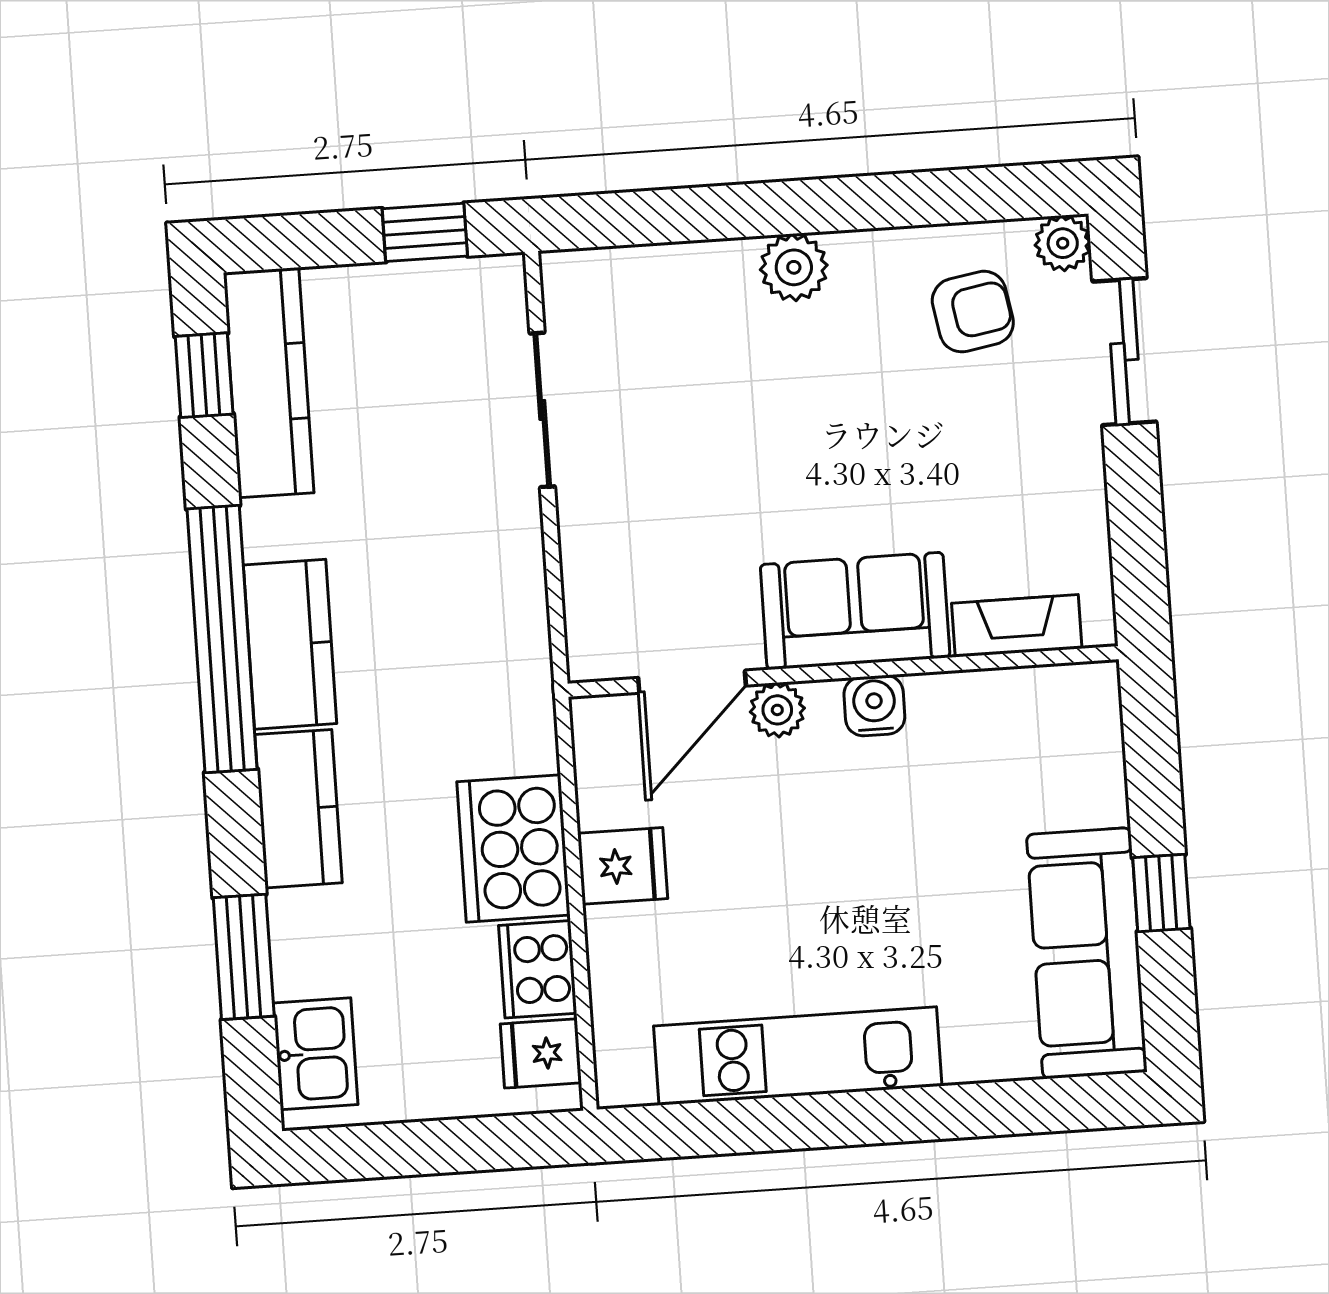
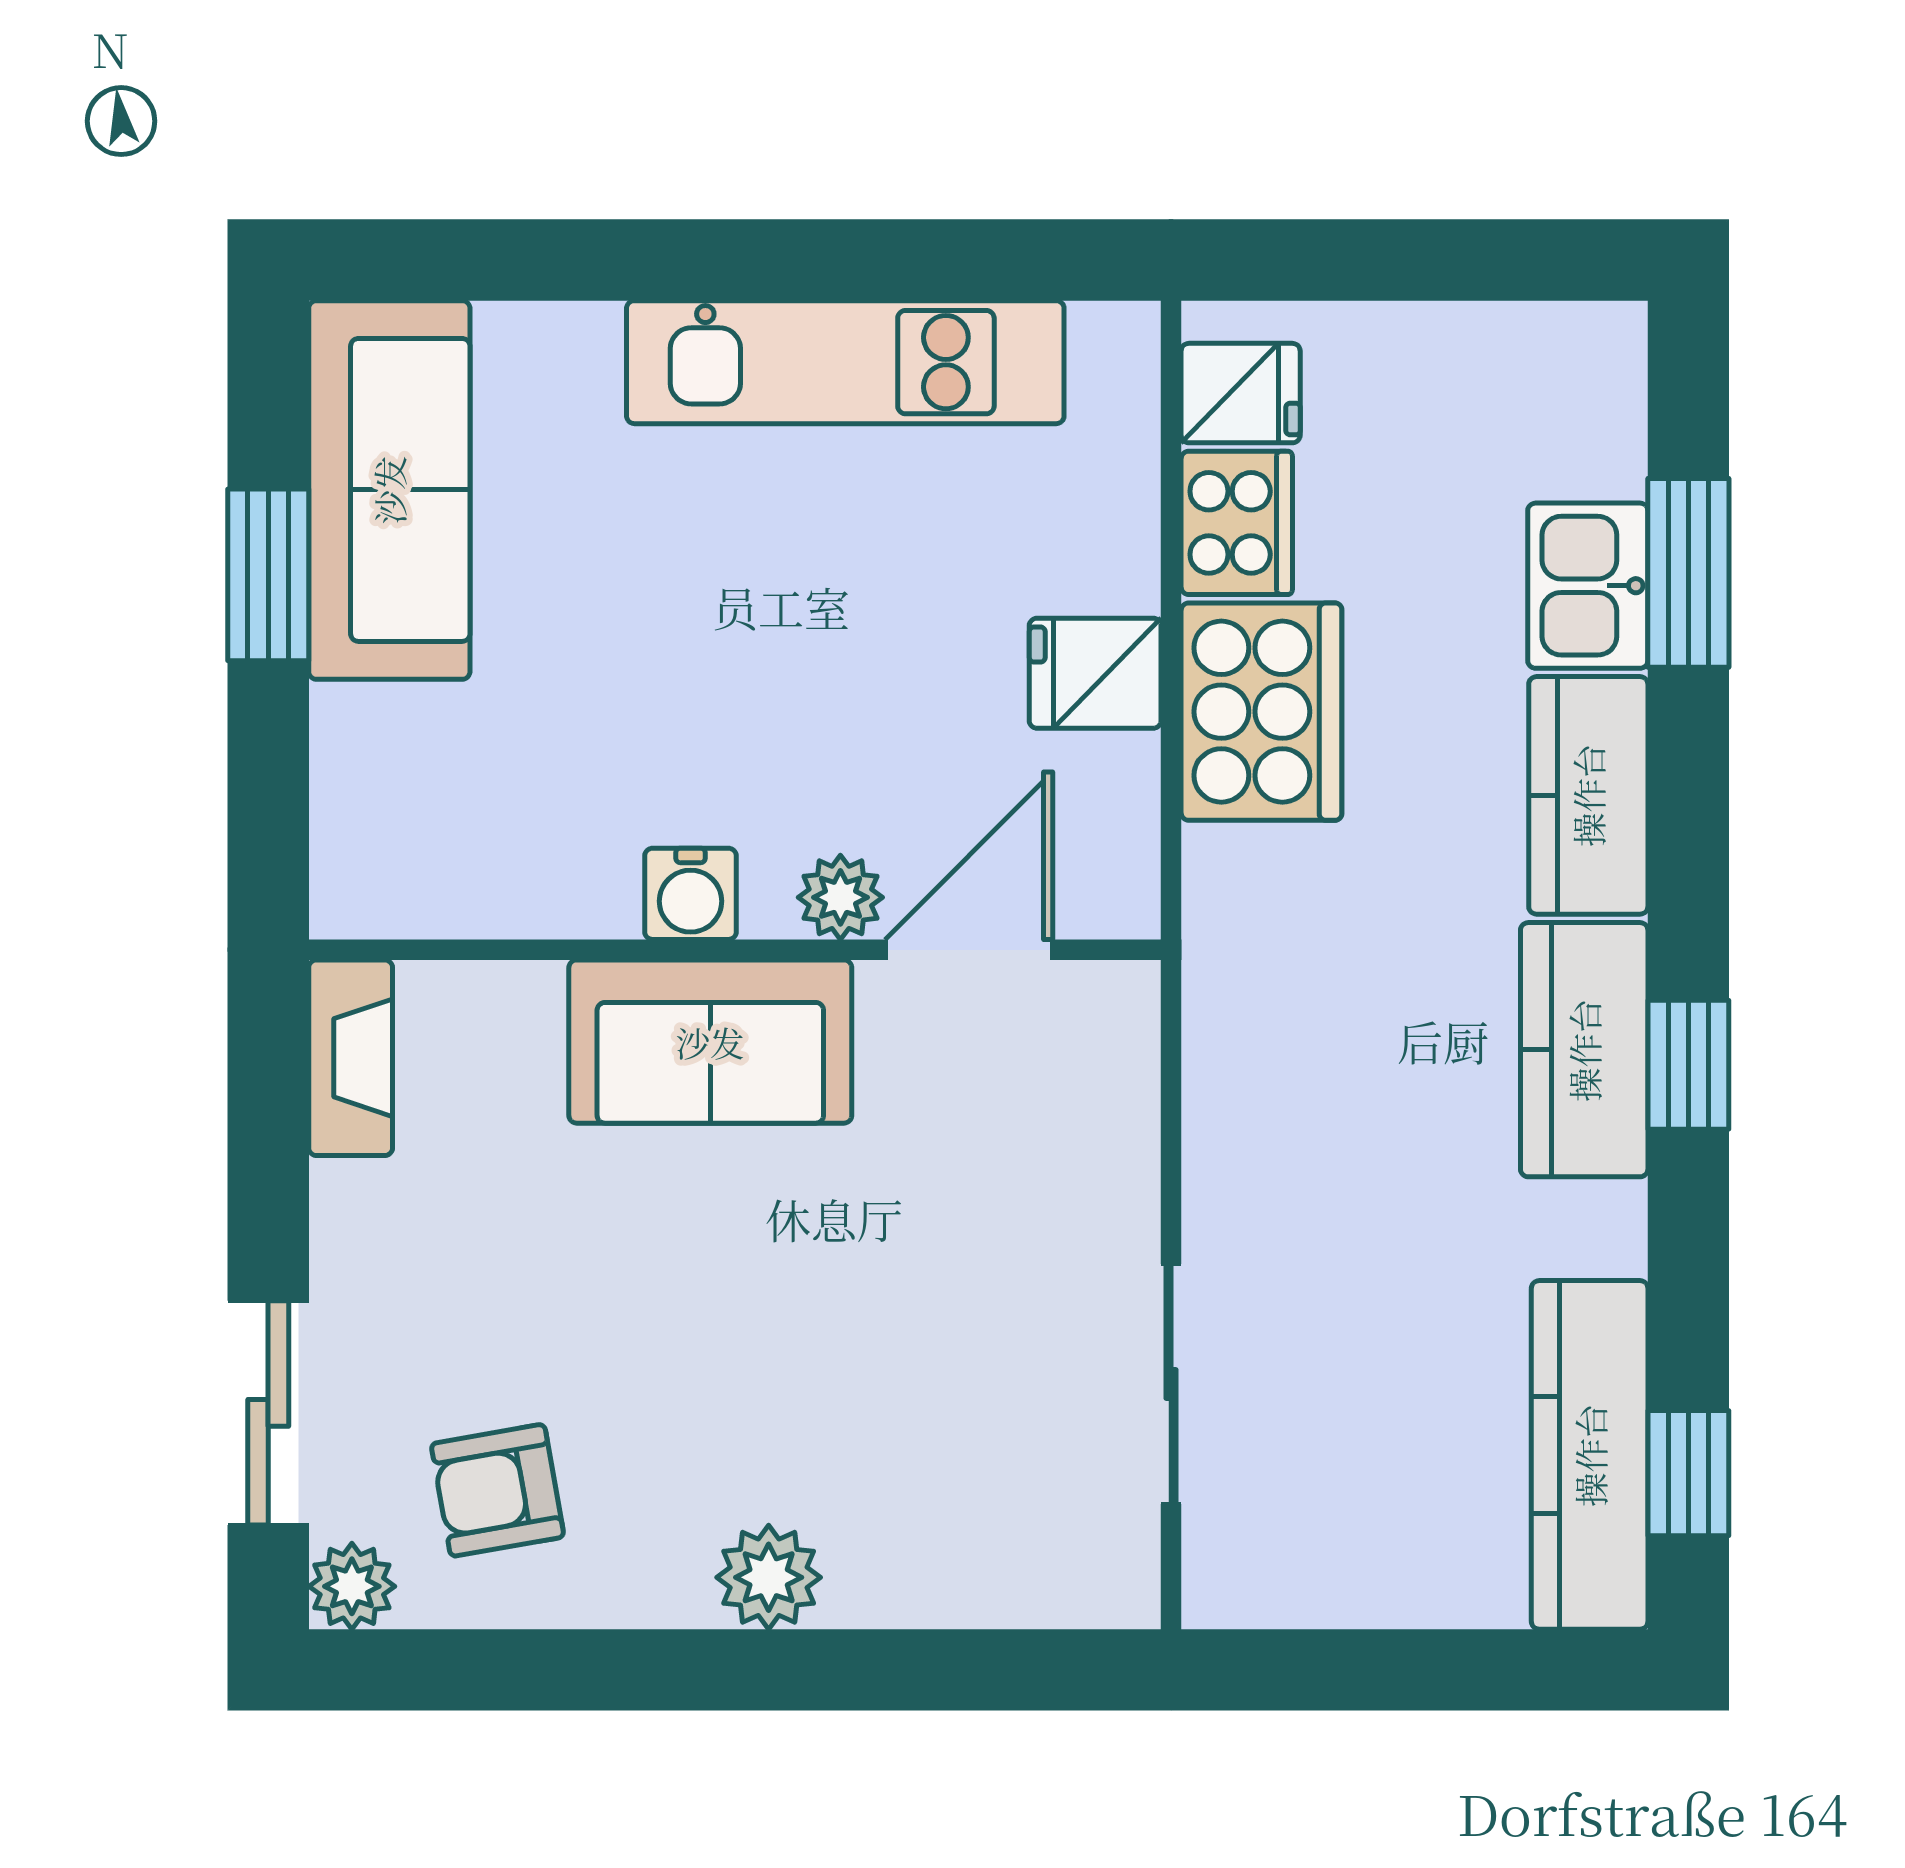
window: (425, 232) -> (1333, 1670), removed
fireplace: (1017, 626) -> (351, 1058), moved, turned -90
window: (222, 639) -> (1688, 1065), width x0.32
window: (1161, 893) -> (268, 575), width x1.50
kitchen sink: (316, 1054) -> (1588, 586), moved

